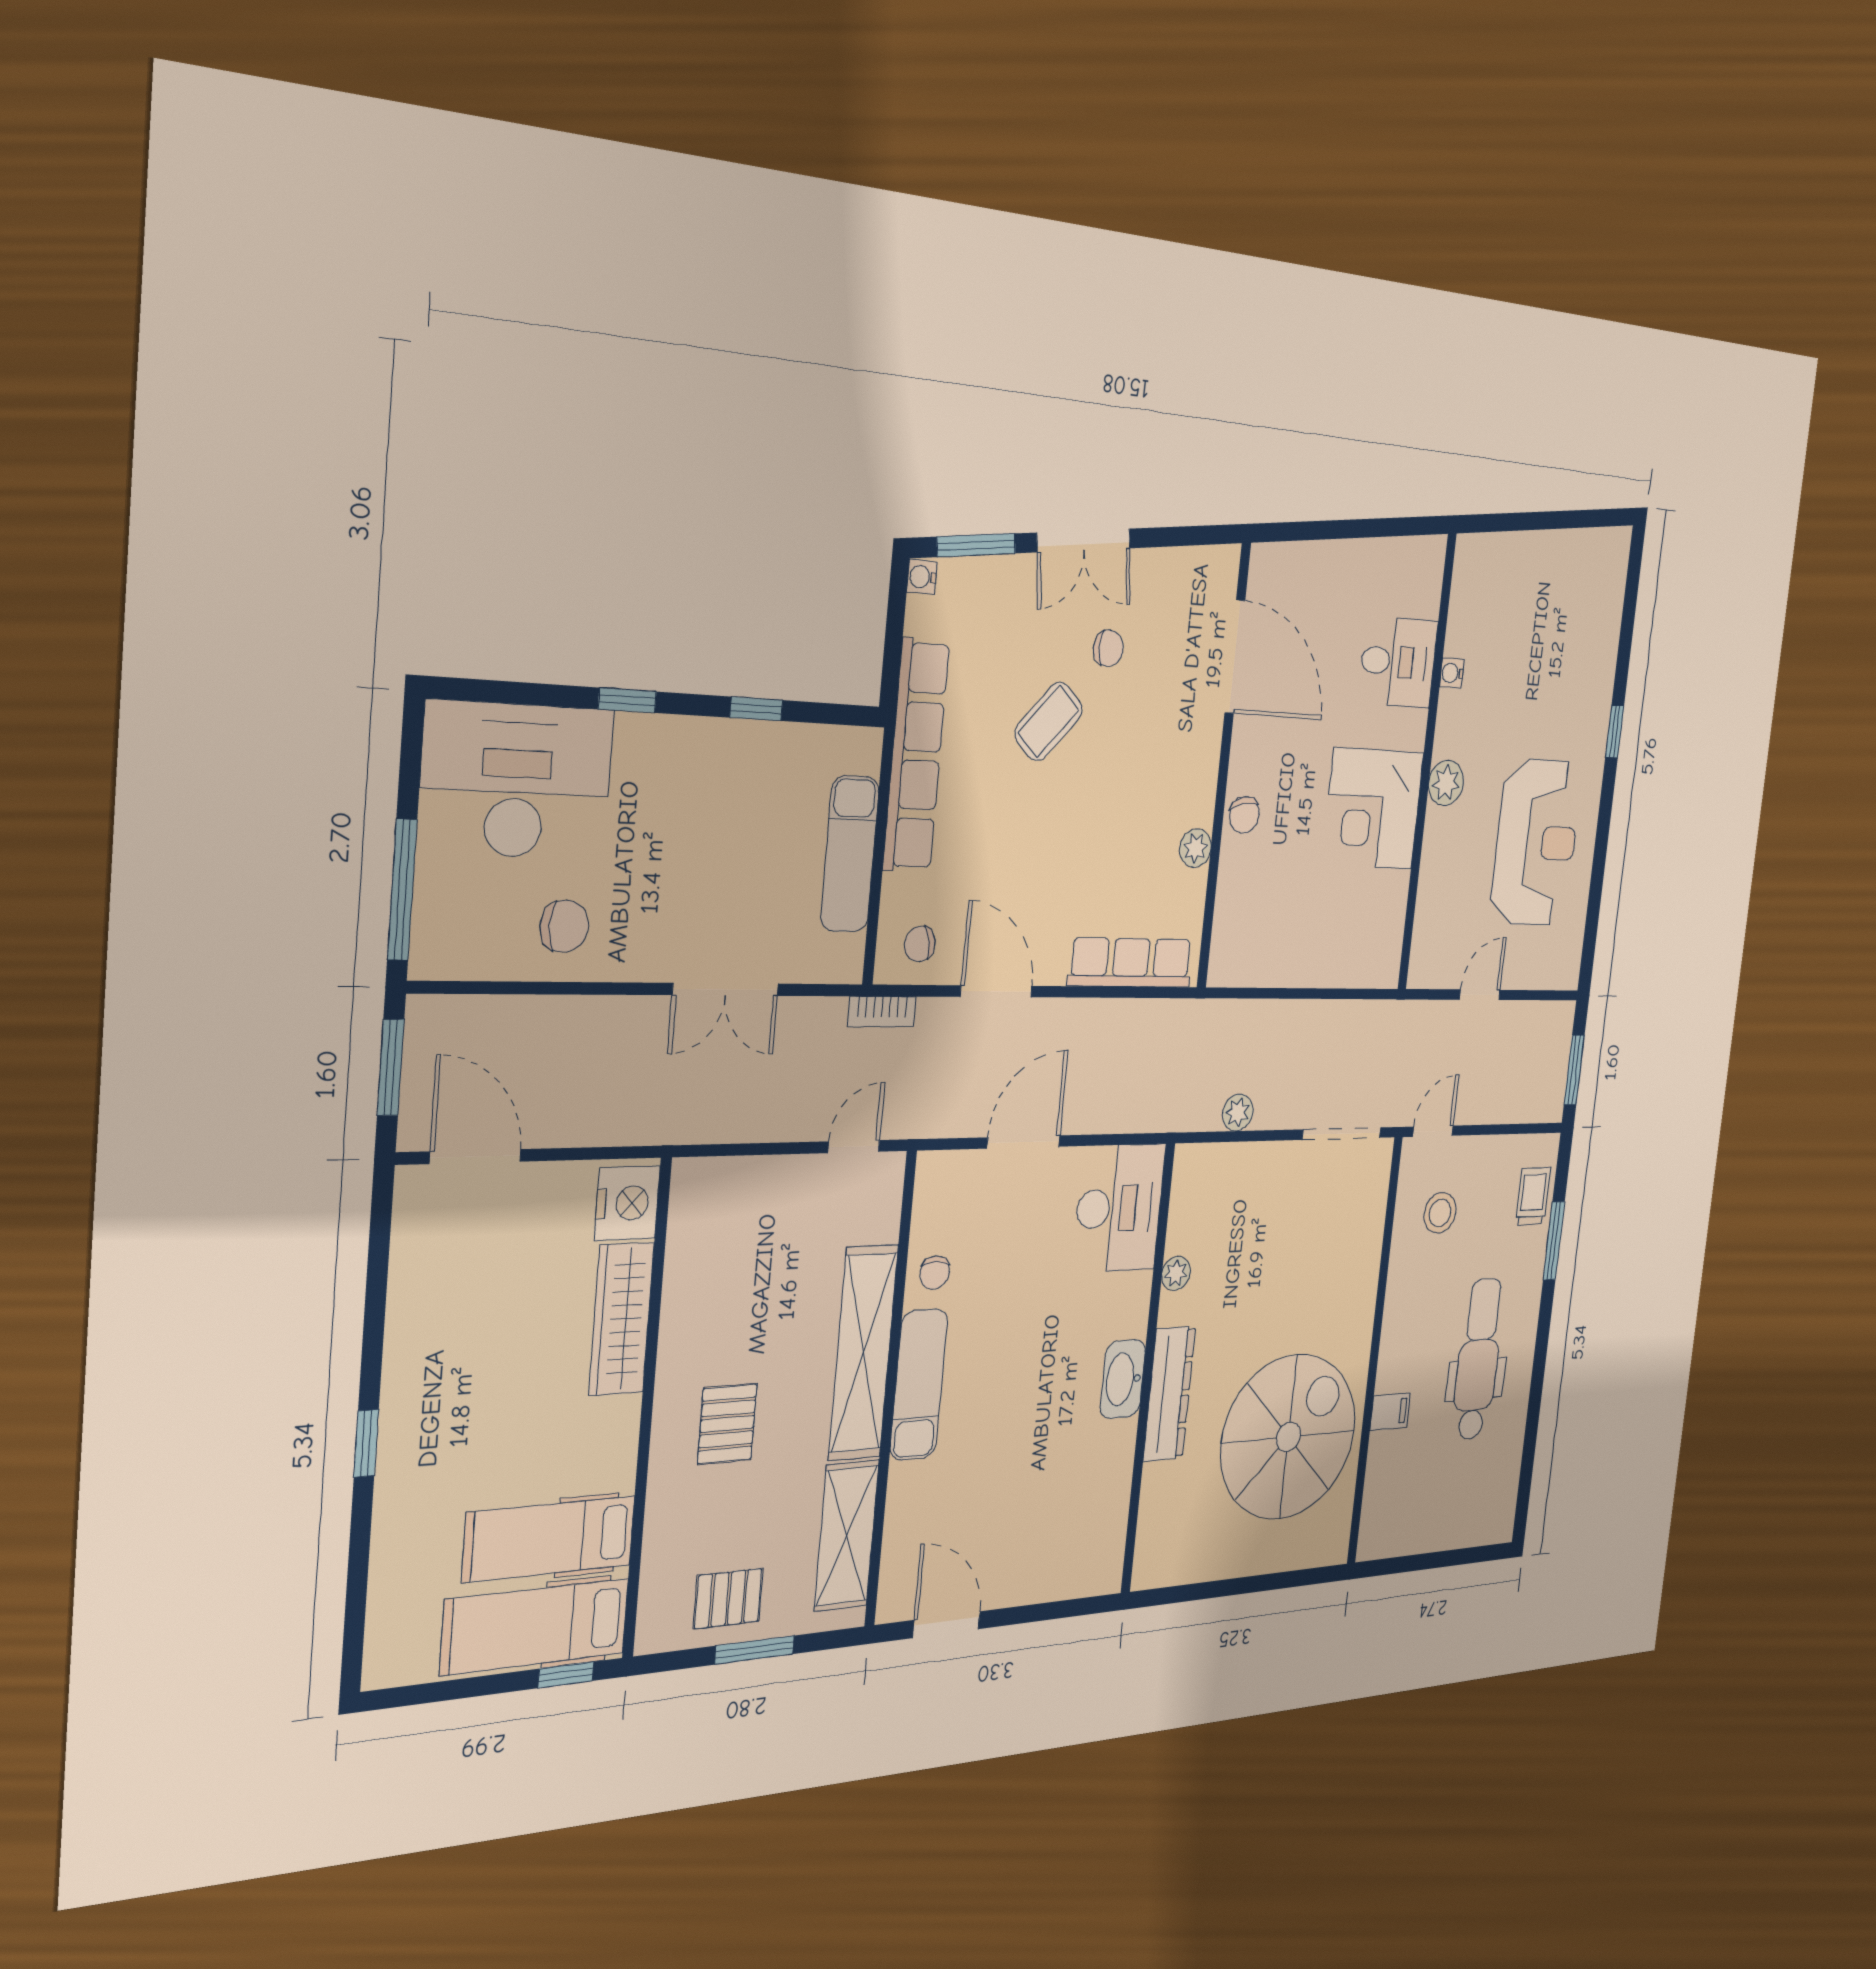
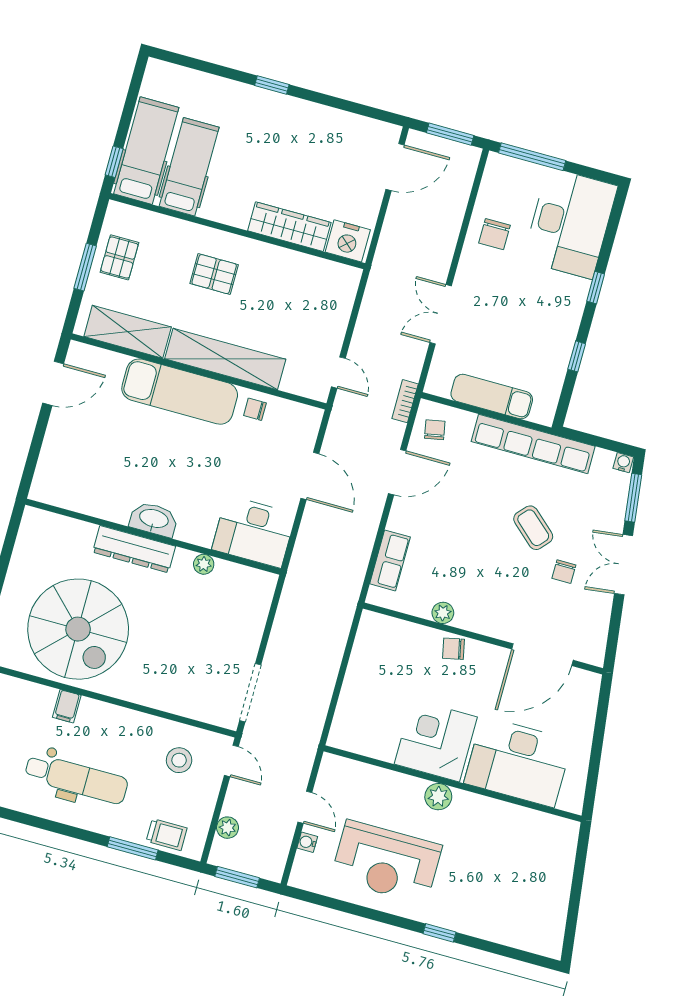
desk: (1398, 662) -> (518, 762), width x1.87, depth x1.30
water cooler: (1452, 673) -> (307, 842), moved, turned -90
row of seats: (1131, 963) -> (390, 560), width x0.68
plant: (1238, 1112) -> (228, 828), moved
exam couch: (919, 1385) -> (180, 392), width x1.36, depth x1.45

